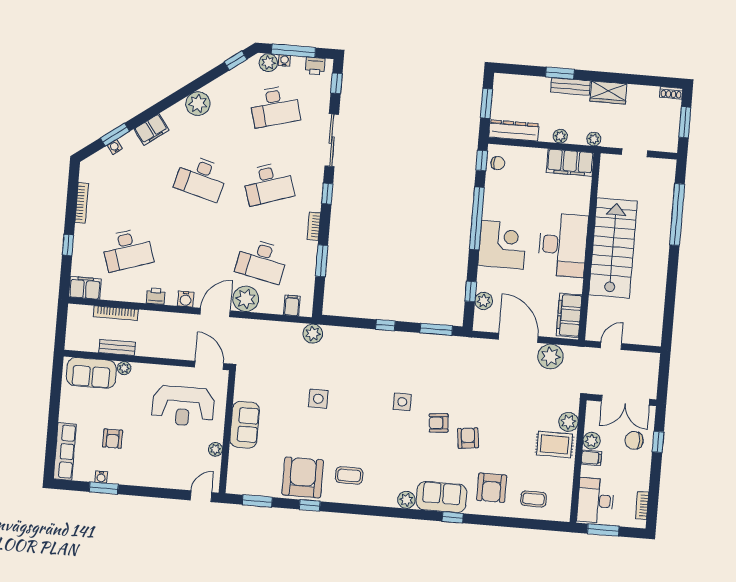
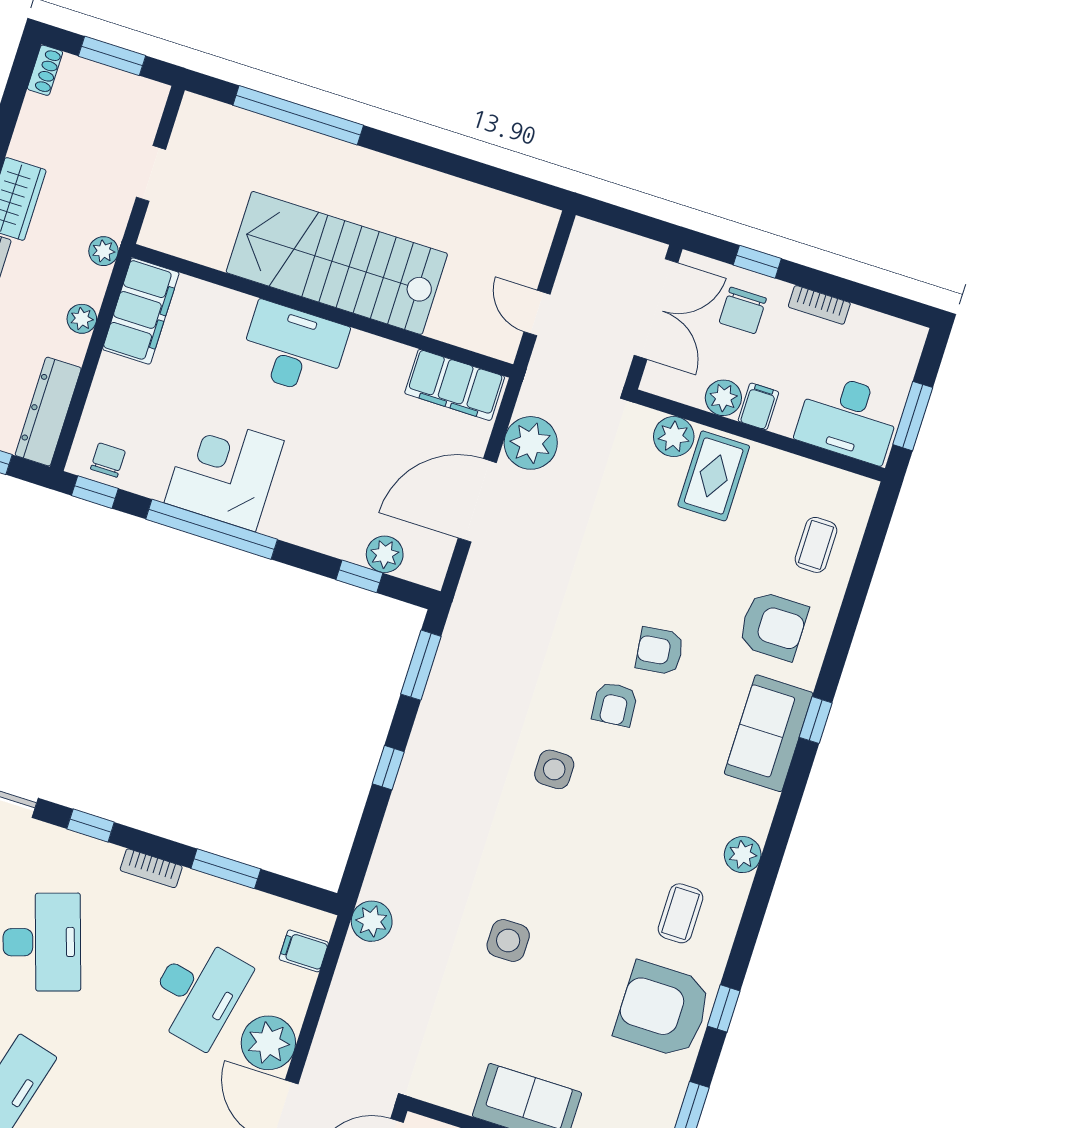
corner desk: (502, 245) -> (224, 472), moved
desk: (563, 245) -> (294, 349), width x0.73, depth x0.77
plant: (406, 500) -> (743, 855), moved
bookcase: (642, 506) -> (819, 305), moved

